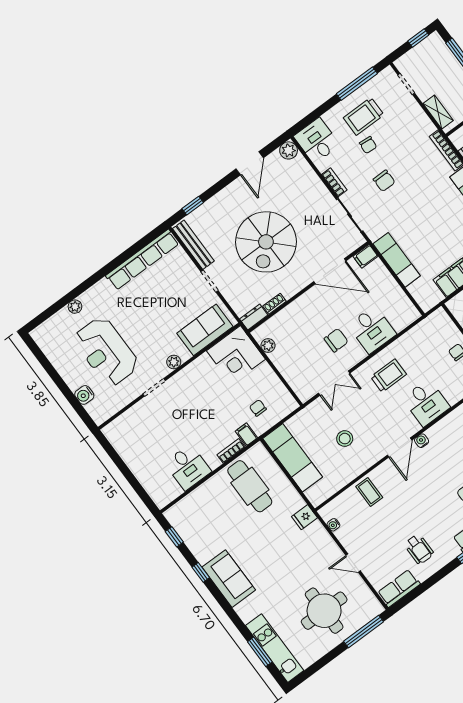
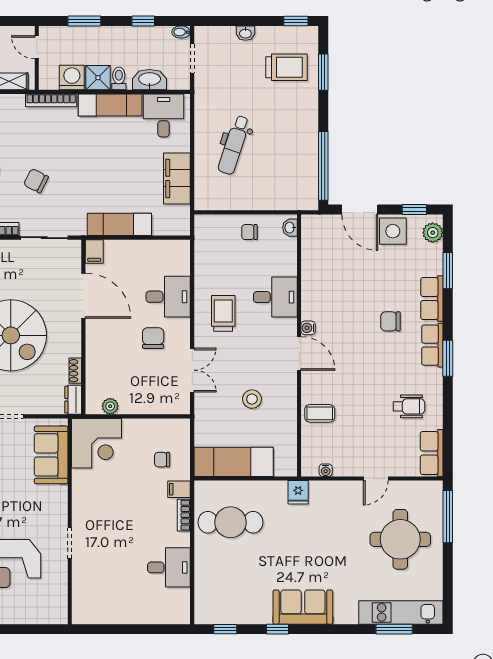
chair: (384, 181) -> (36, 181), turned -153
door: (330, 271) -> (83, 296), hinge flipped
plant: (174, 362) -> (60, 507), removed
water cooler: (84, 395) -> (28, 615), removed

